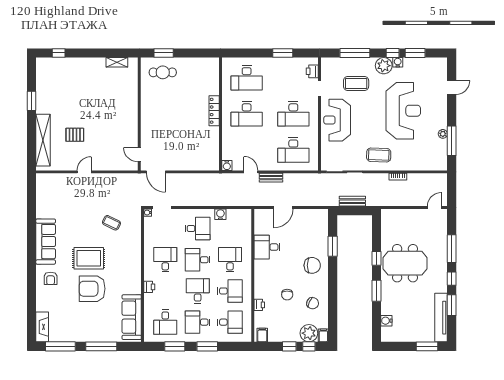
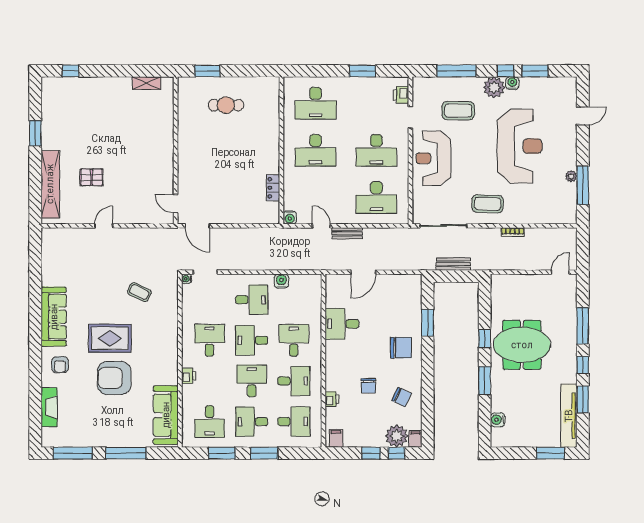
cafe table: (163, 72) -> (226, 105), moved
locker: (214, 111) -> (273, 188), moved, width x0.66
fireplace: (42, 327) -> (49, 407), moved

